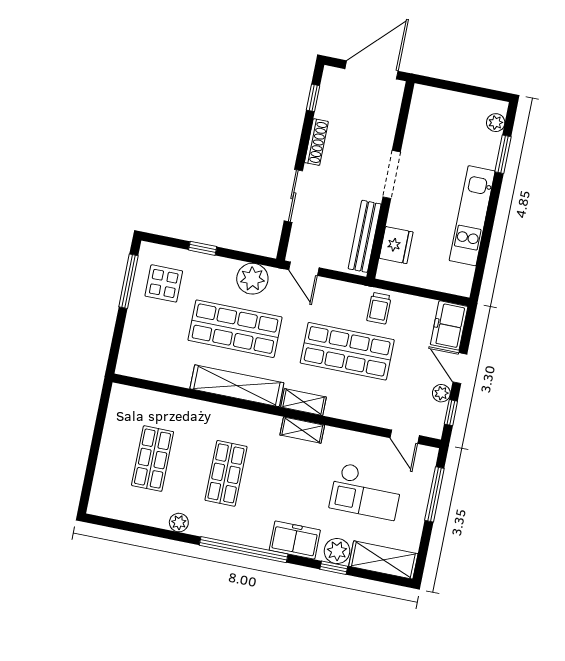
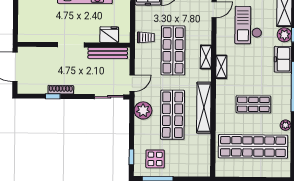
window: (313, 98) -> (53, 96), moved
sliding door: (293, 196) -> (109, 97), moved
window: (203, 248) -> (131, 157), moved
shelving: (304, 402) -> (206, 57), moved
shop shelf: (153, 459) -> (253, 146), width x2.00, depth x1.36
checkout: (366, 491) -> (248, 25), turned 180

